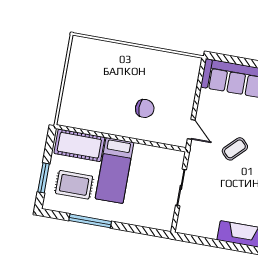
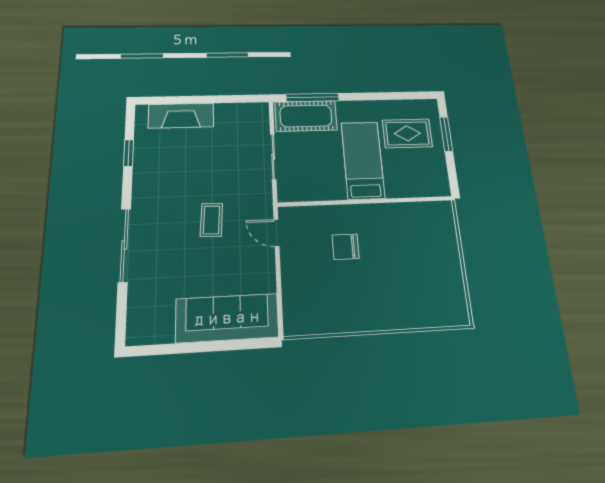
cot: (79, 145) -> (306, 116), moved
coffee table: (235, 149) -> (211, 220), turned -42
window: (90, 221) -> (313, 97), moved

